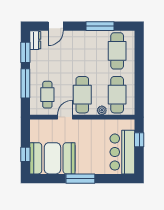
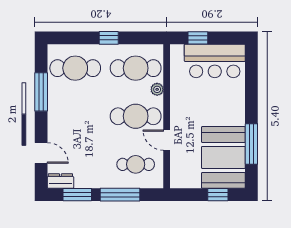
window: (139, 75) -> (109, 38), added
window: (80, 179) -> (251, 144), moved

